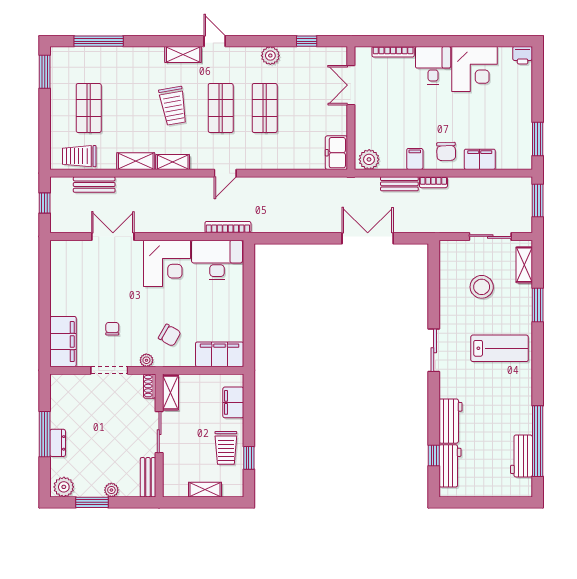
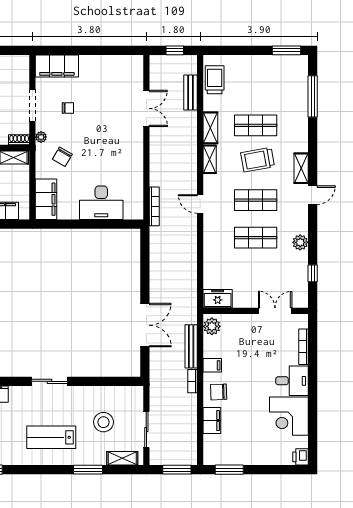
shop shelf: (89, 108) -> (256, 125), moved
bench: (399, 184) -> (191, 346), width x1.36
desk: (217, 260) -> (101, 203), moved, turned 90
corner desk: (167, 263) -> (123, 154), removed
lab bench: (500, 348) -> (51, 437), turned 90

